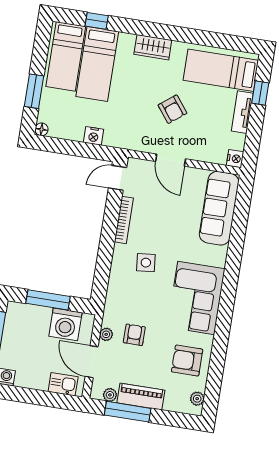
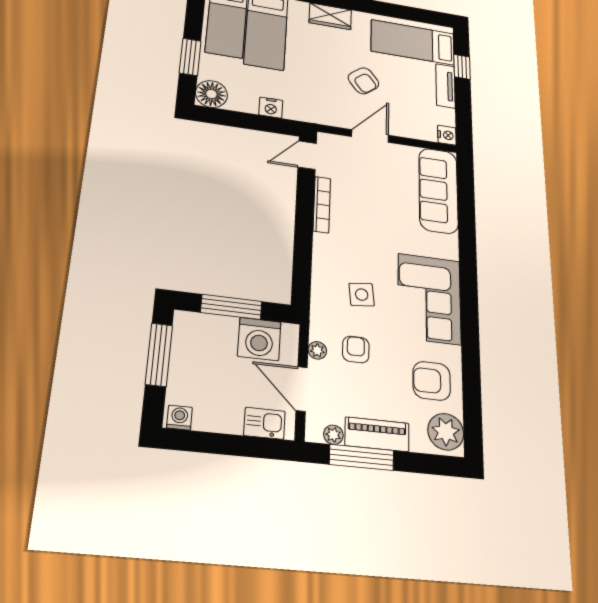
floor lamp: (41, 129) -> (211, 94), width x1.89, depth x1.89
door: (171, 160) -> (370, 136), swing flipped
side table: (146, 263) -> (362, 295), moved
plant: (197, 399) -> (446, 432), width x1.87, depth x1.87

